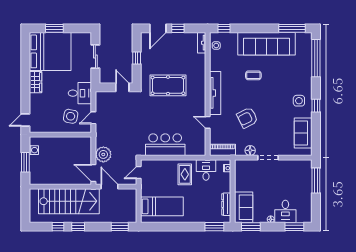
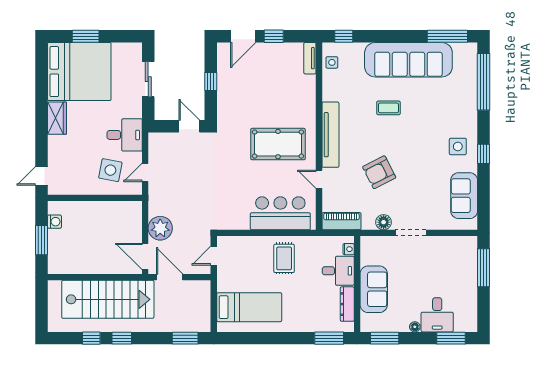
pool table: (168, 85) -> (278, 144), moved
bar counter: (165, 145) -> (280, 213), moved
desk: (206, 170) -> (338, 271), moved, turned 90
sofa: (244, 207) -> (374, 289), moved

